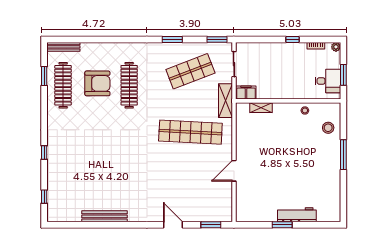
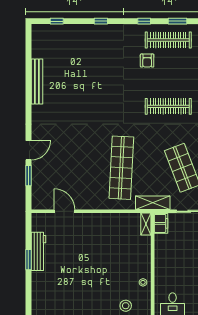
armchair: (97, 83) -> (147, 61), moved, width x0.53, depth x0.53
shelving: (261, 108) -> (146, 224), moved
window: (44, 109) -> (144, 21), added
door: (234, 171) -> (64, 211), moved
workbench: (297, 215) -> (39, 251), moved
window: (211, 225) -> (28, 176), moved

